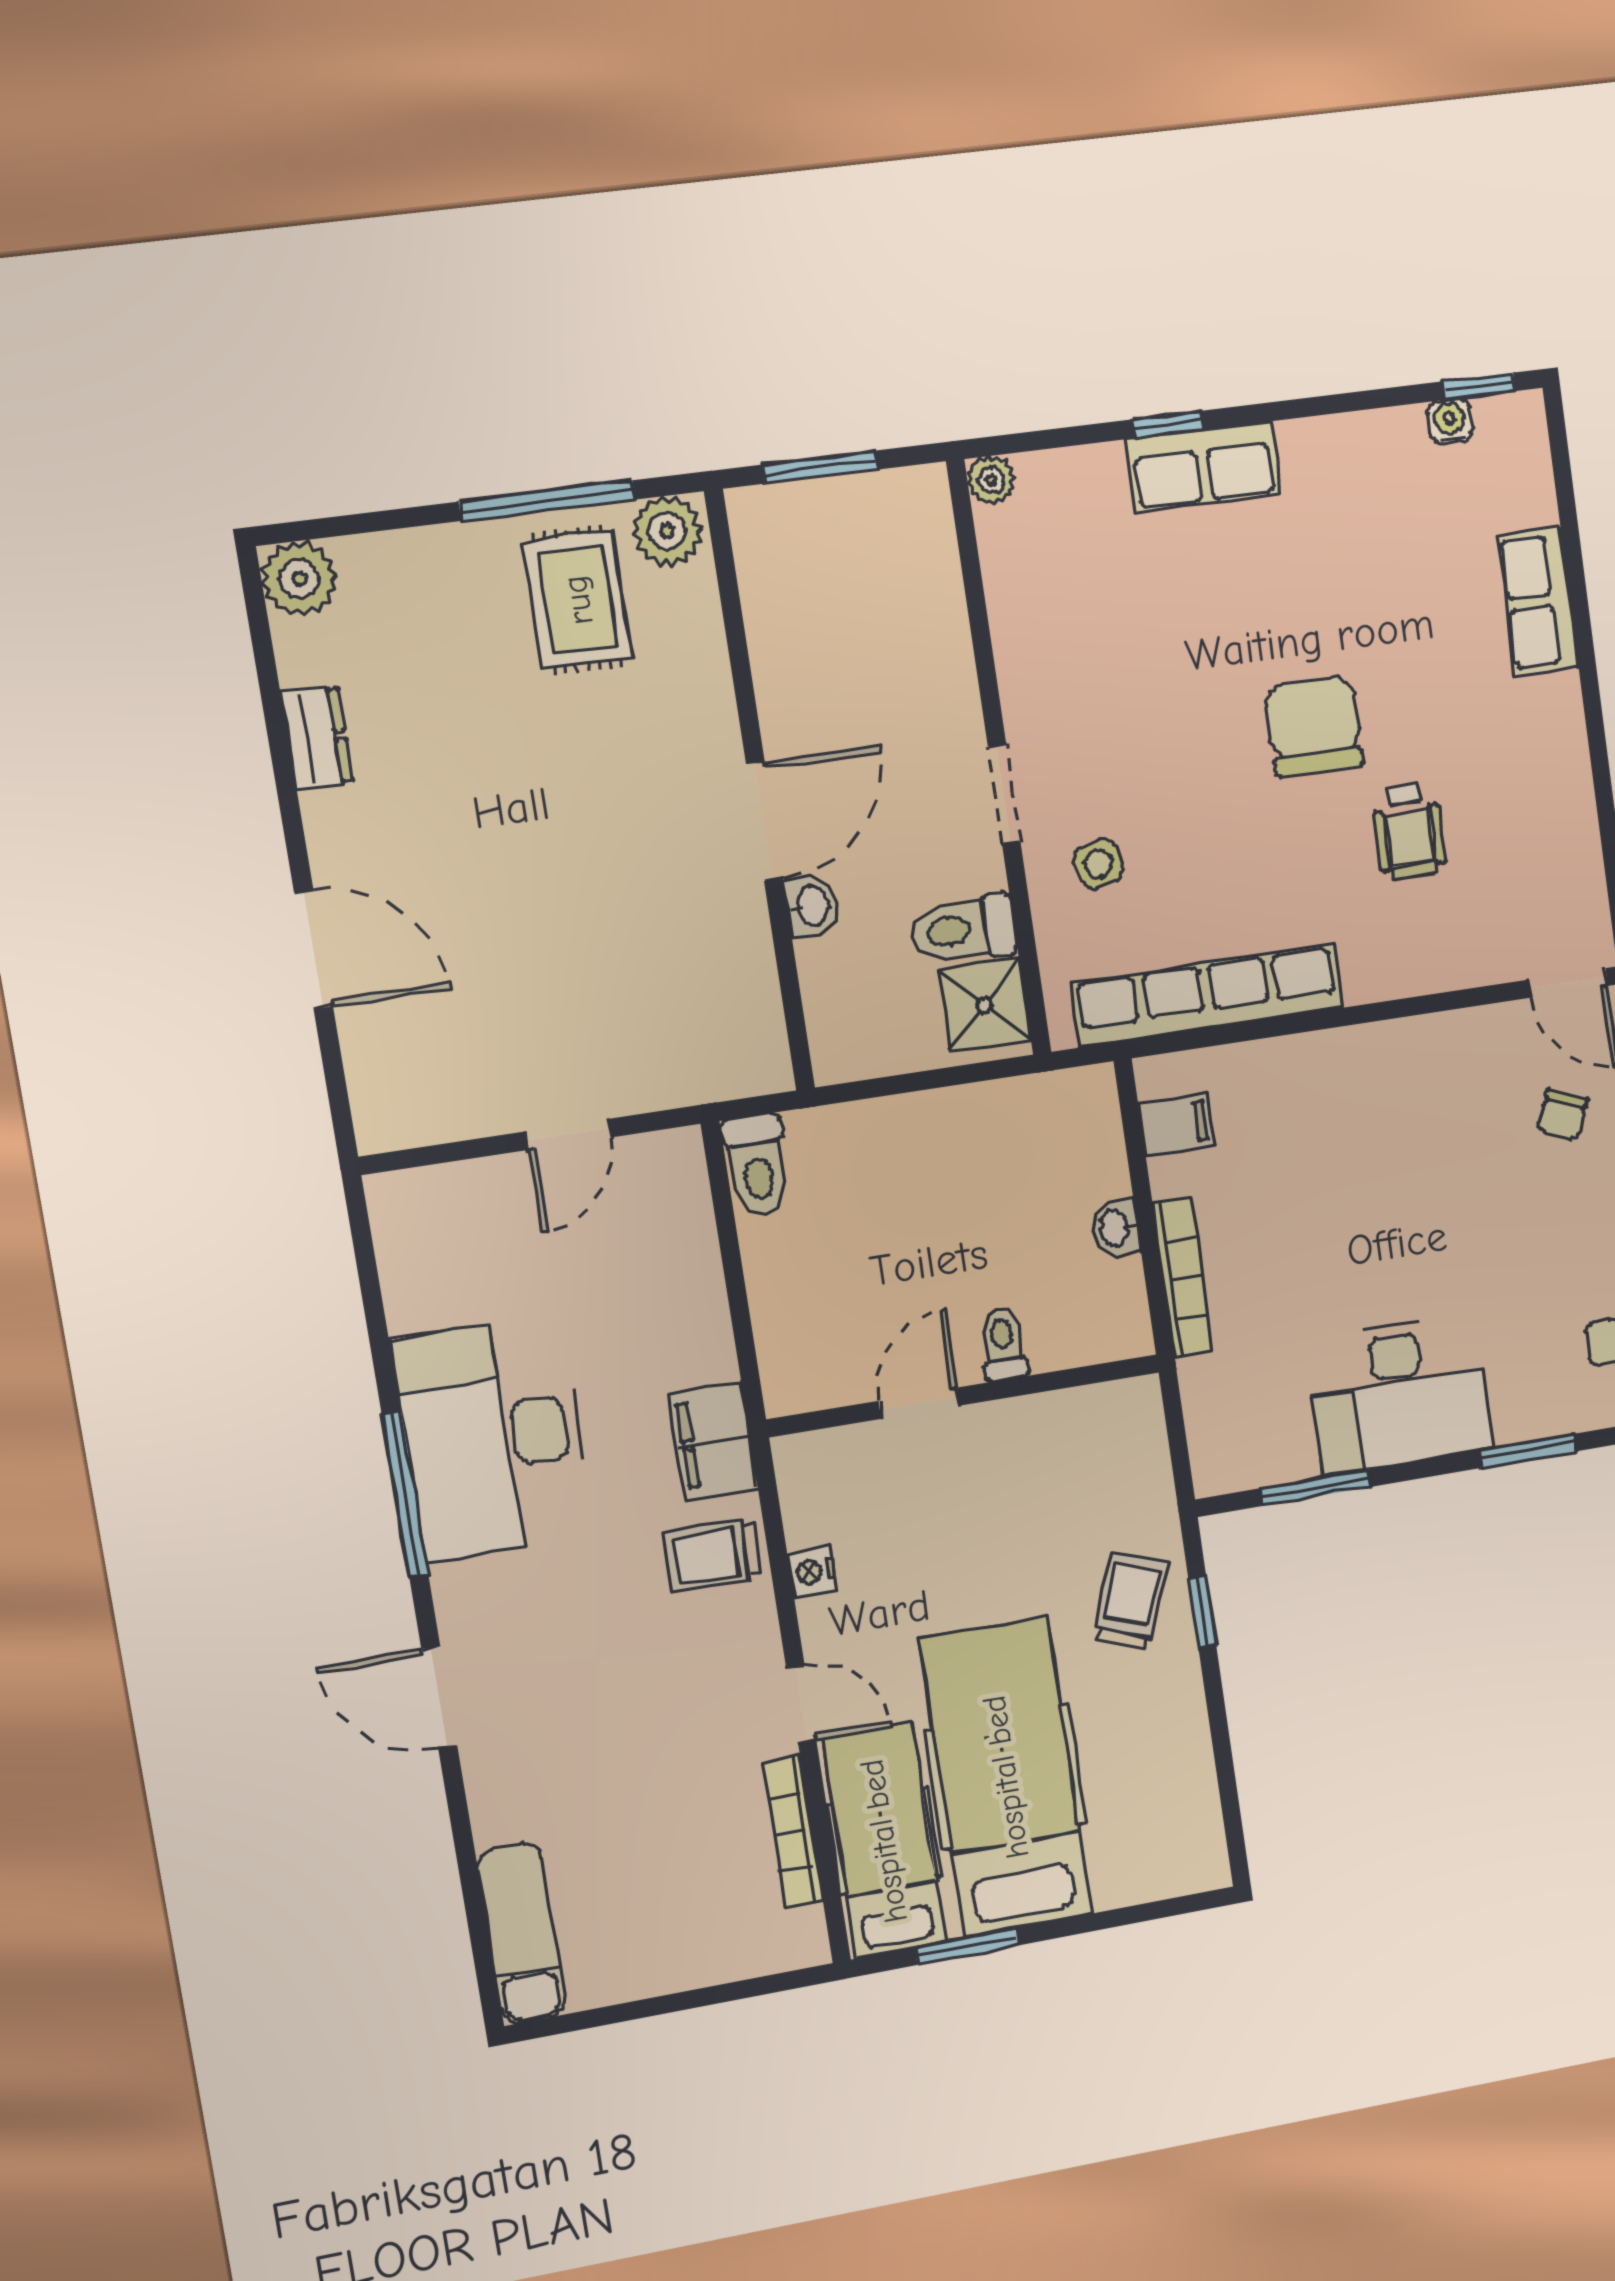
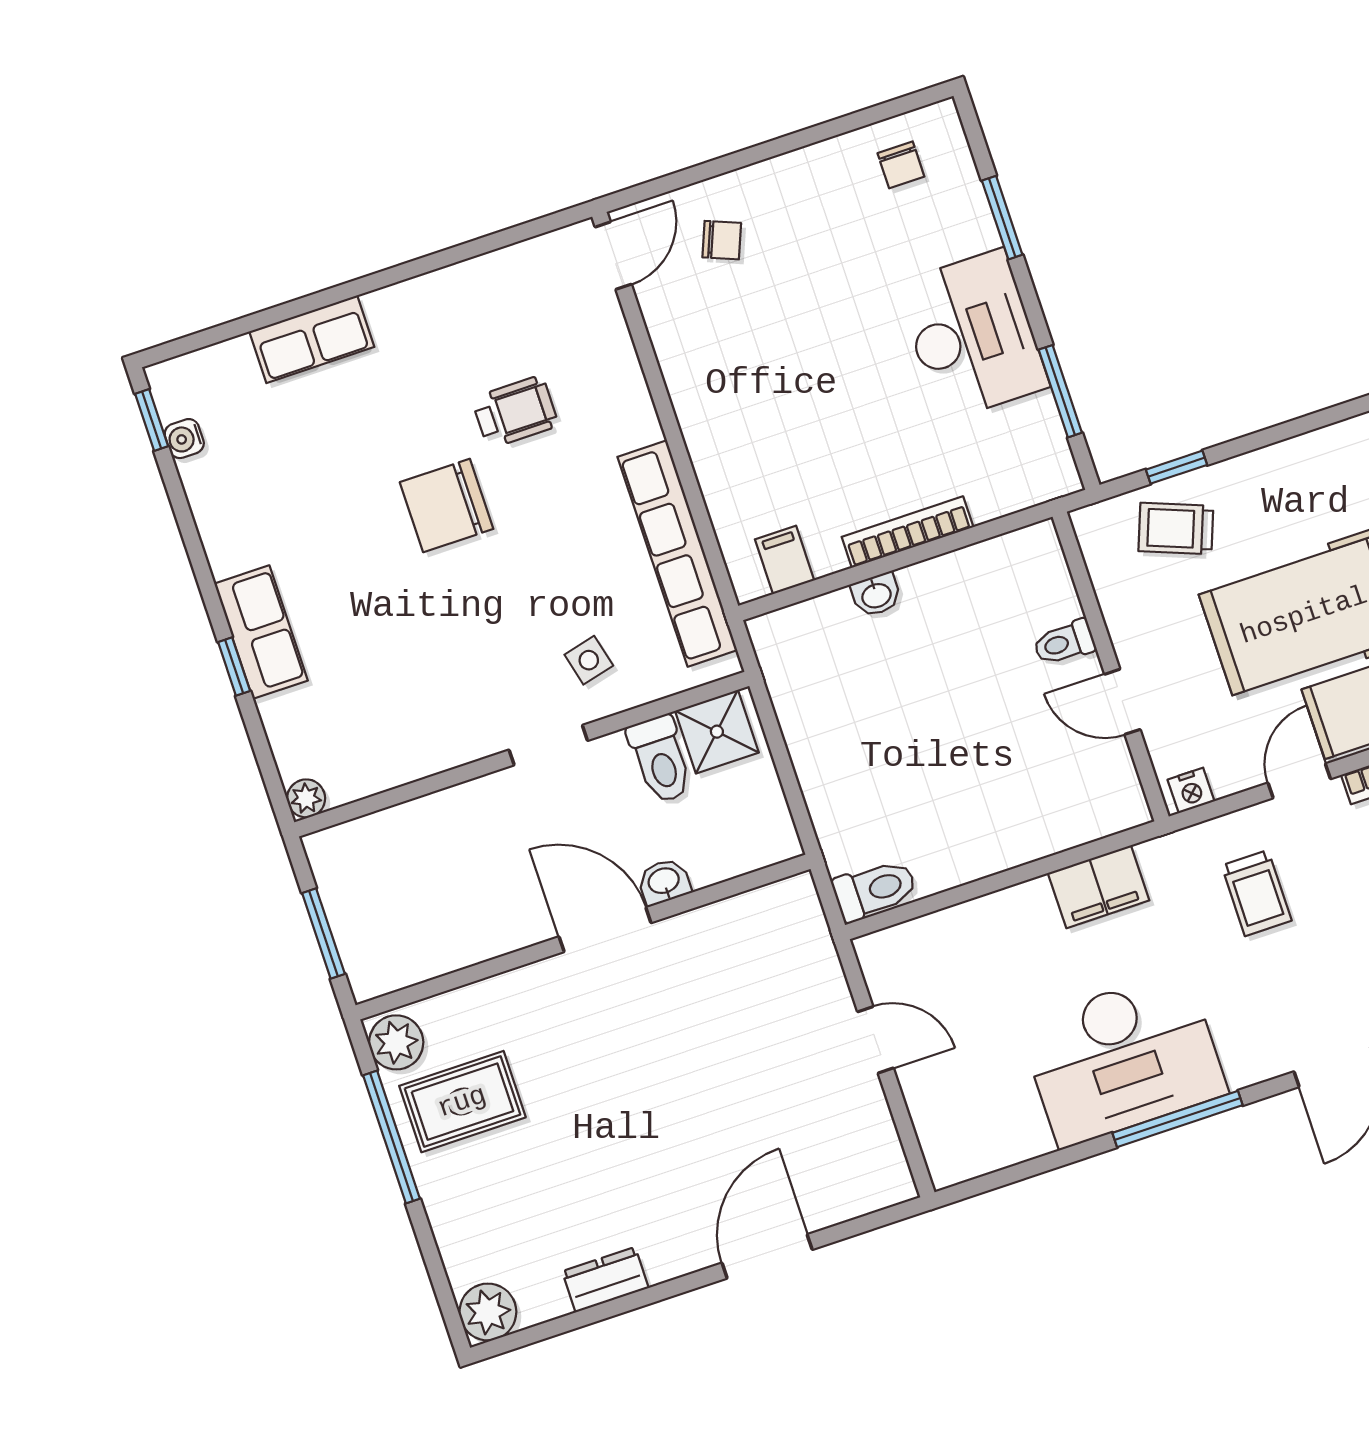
toilet: (1003, 1344) -> (1064, 643), moved
wall: (964, 1396) -> (1111, 667), moved
door: (919, 1403) -> (1122, 702), moved
trolley: (713, 1555) -> (1257, 893), moved

